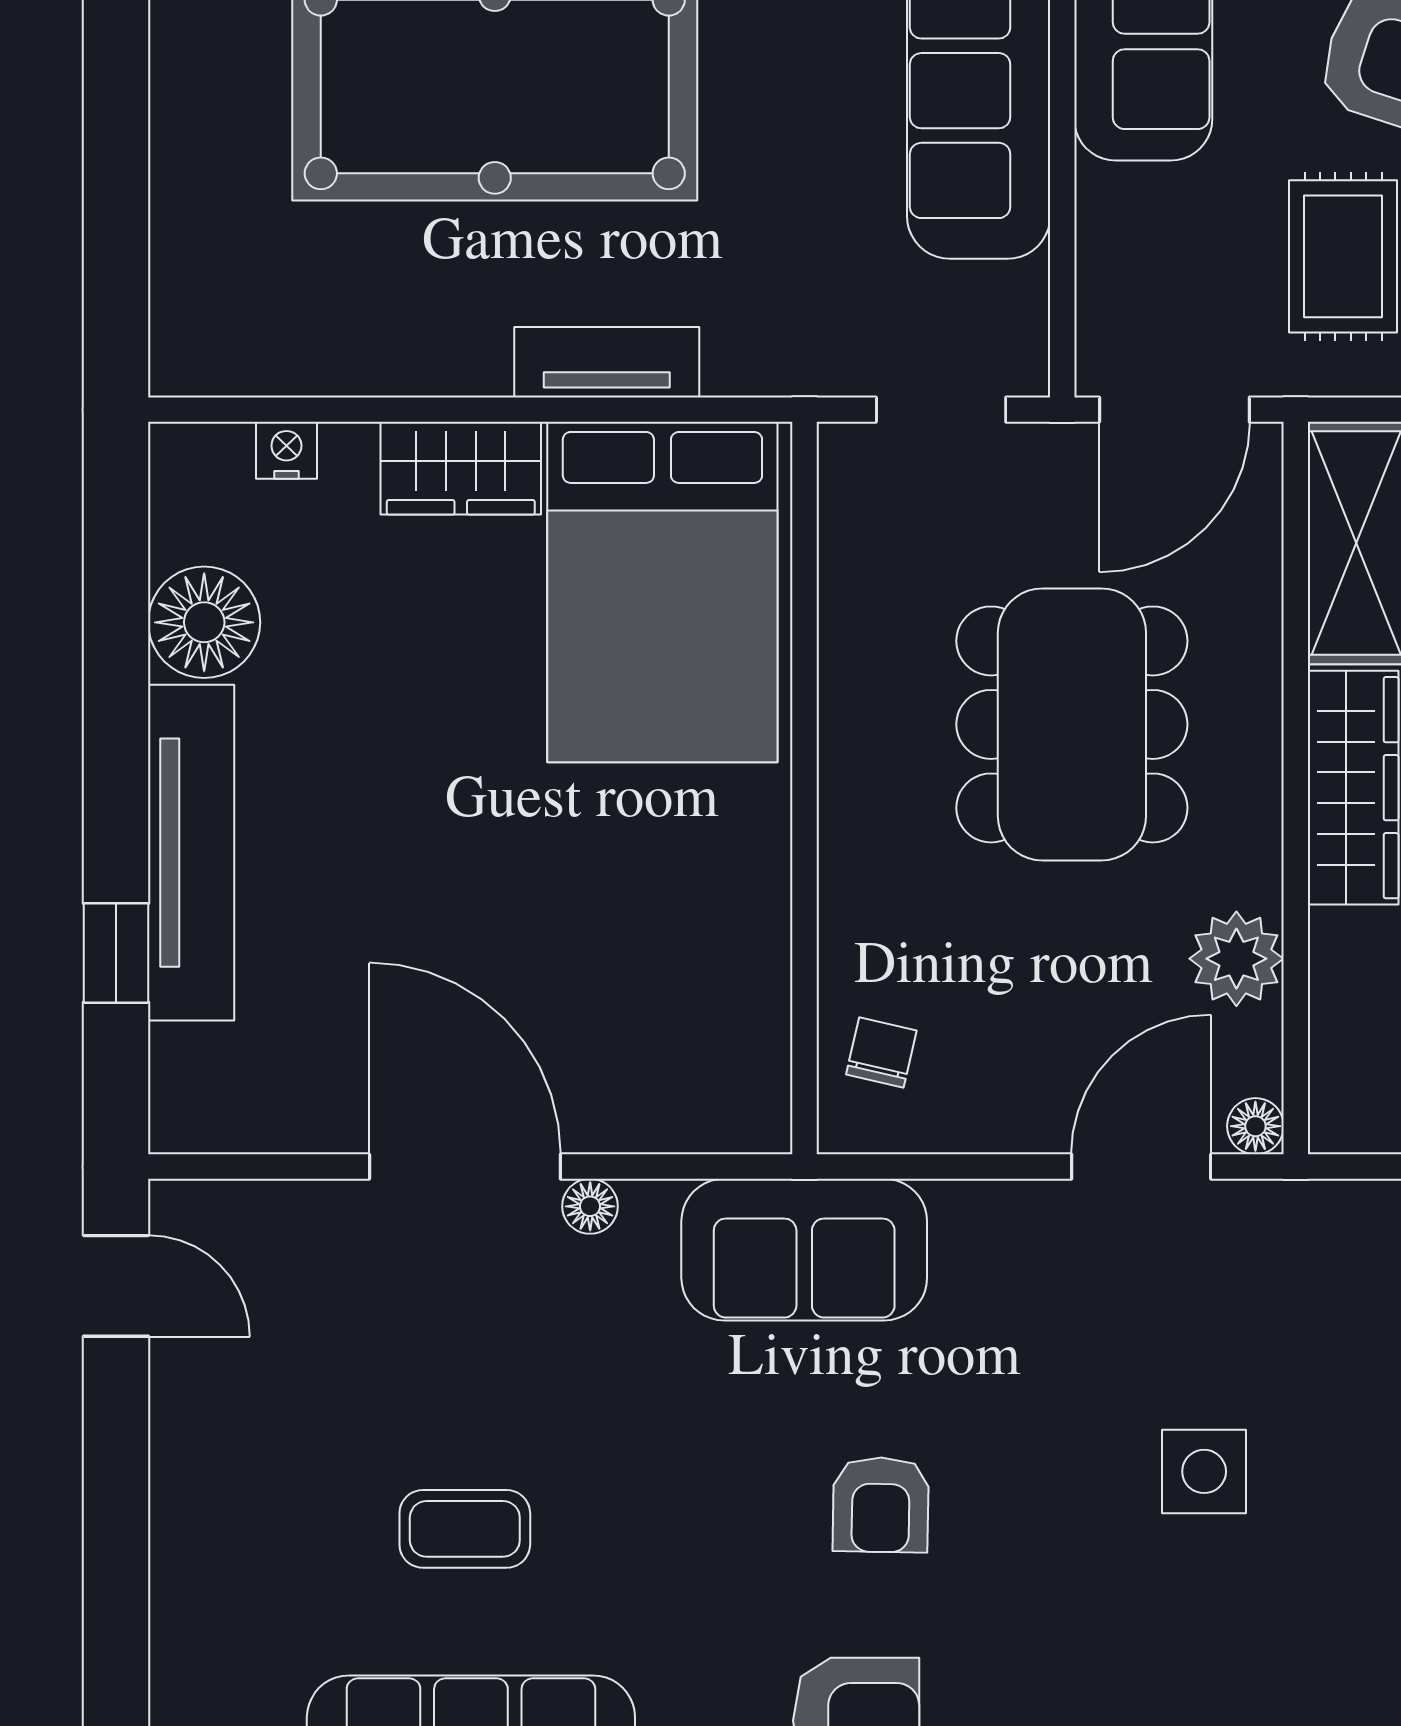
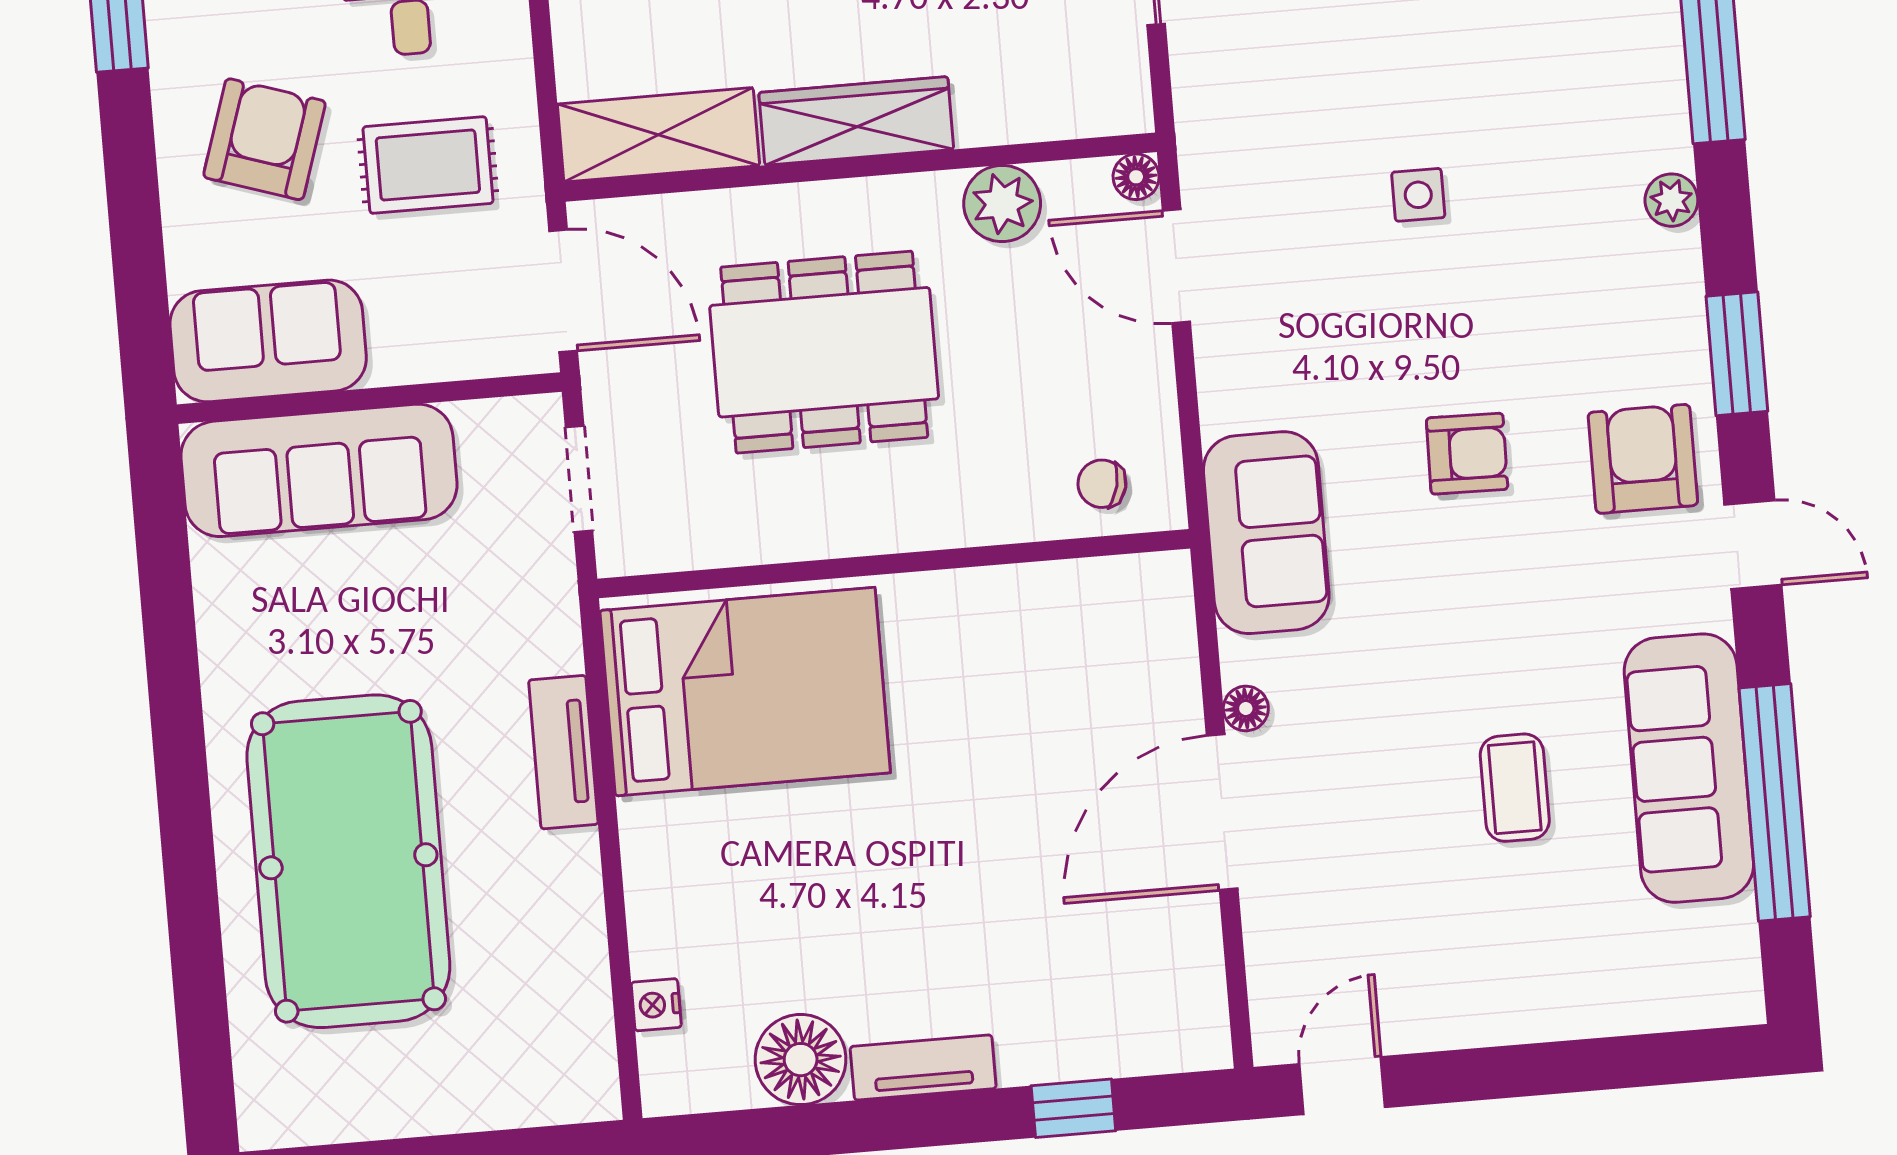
wardrobe: (461, 468) -> (659, 863), removed
tv unit: (191, 853) -> (923, 1068), width x0.52, depth x0.78
side table: (1204, 1471) -> (1418, 195), width x0.73, depth x0.73

